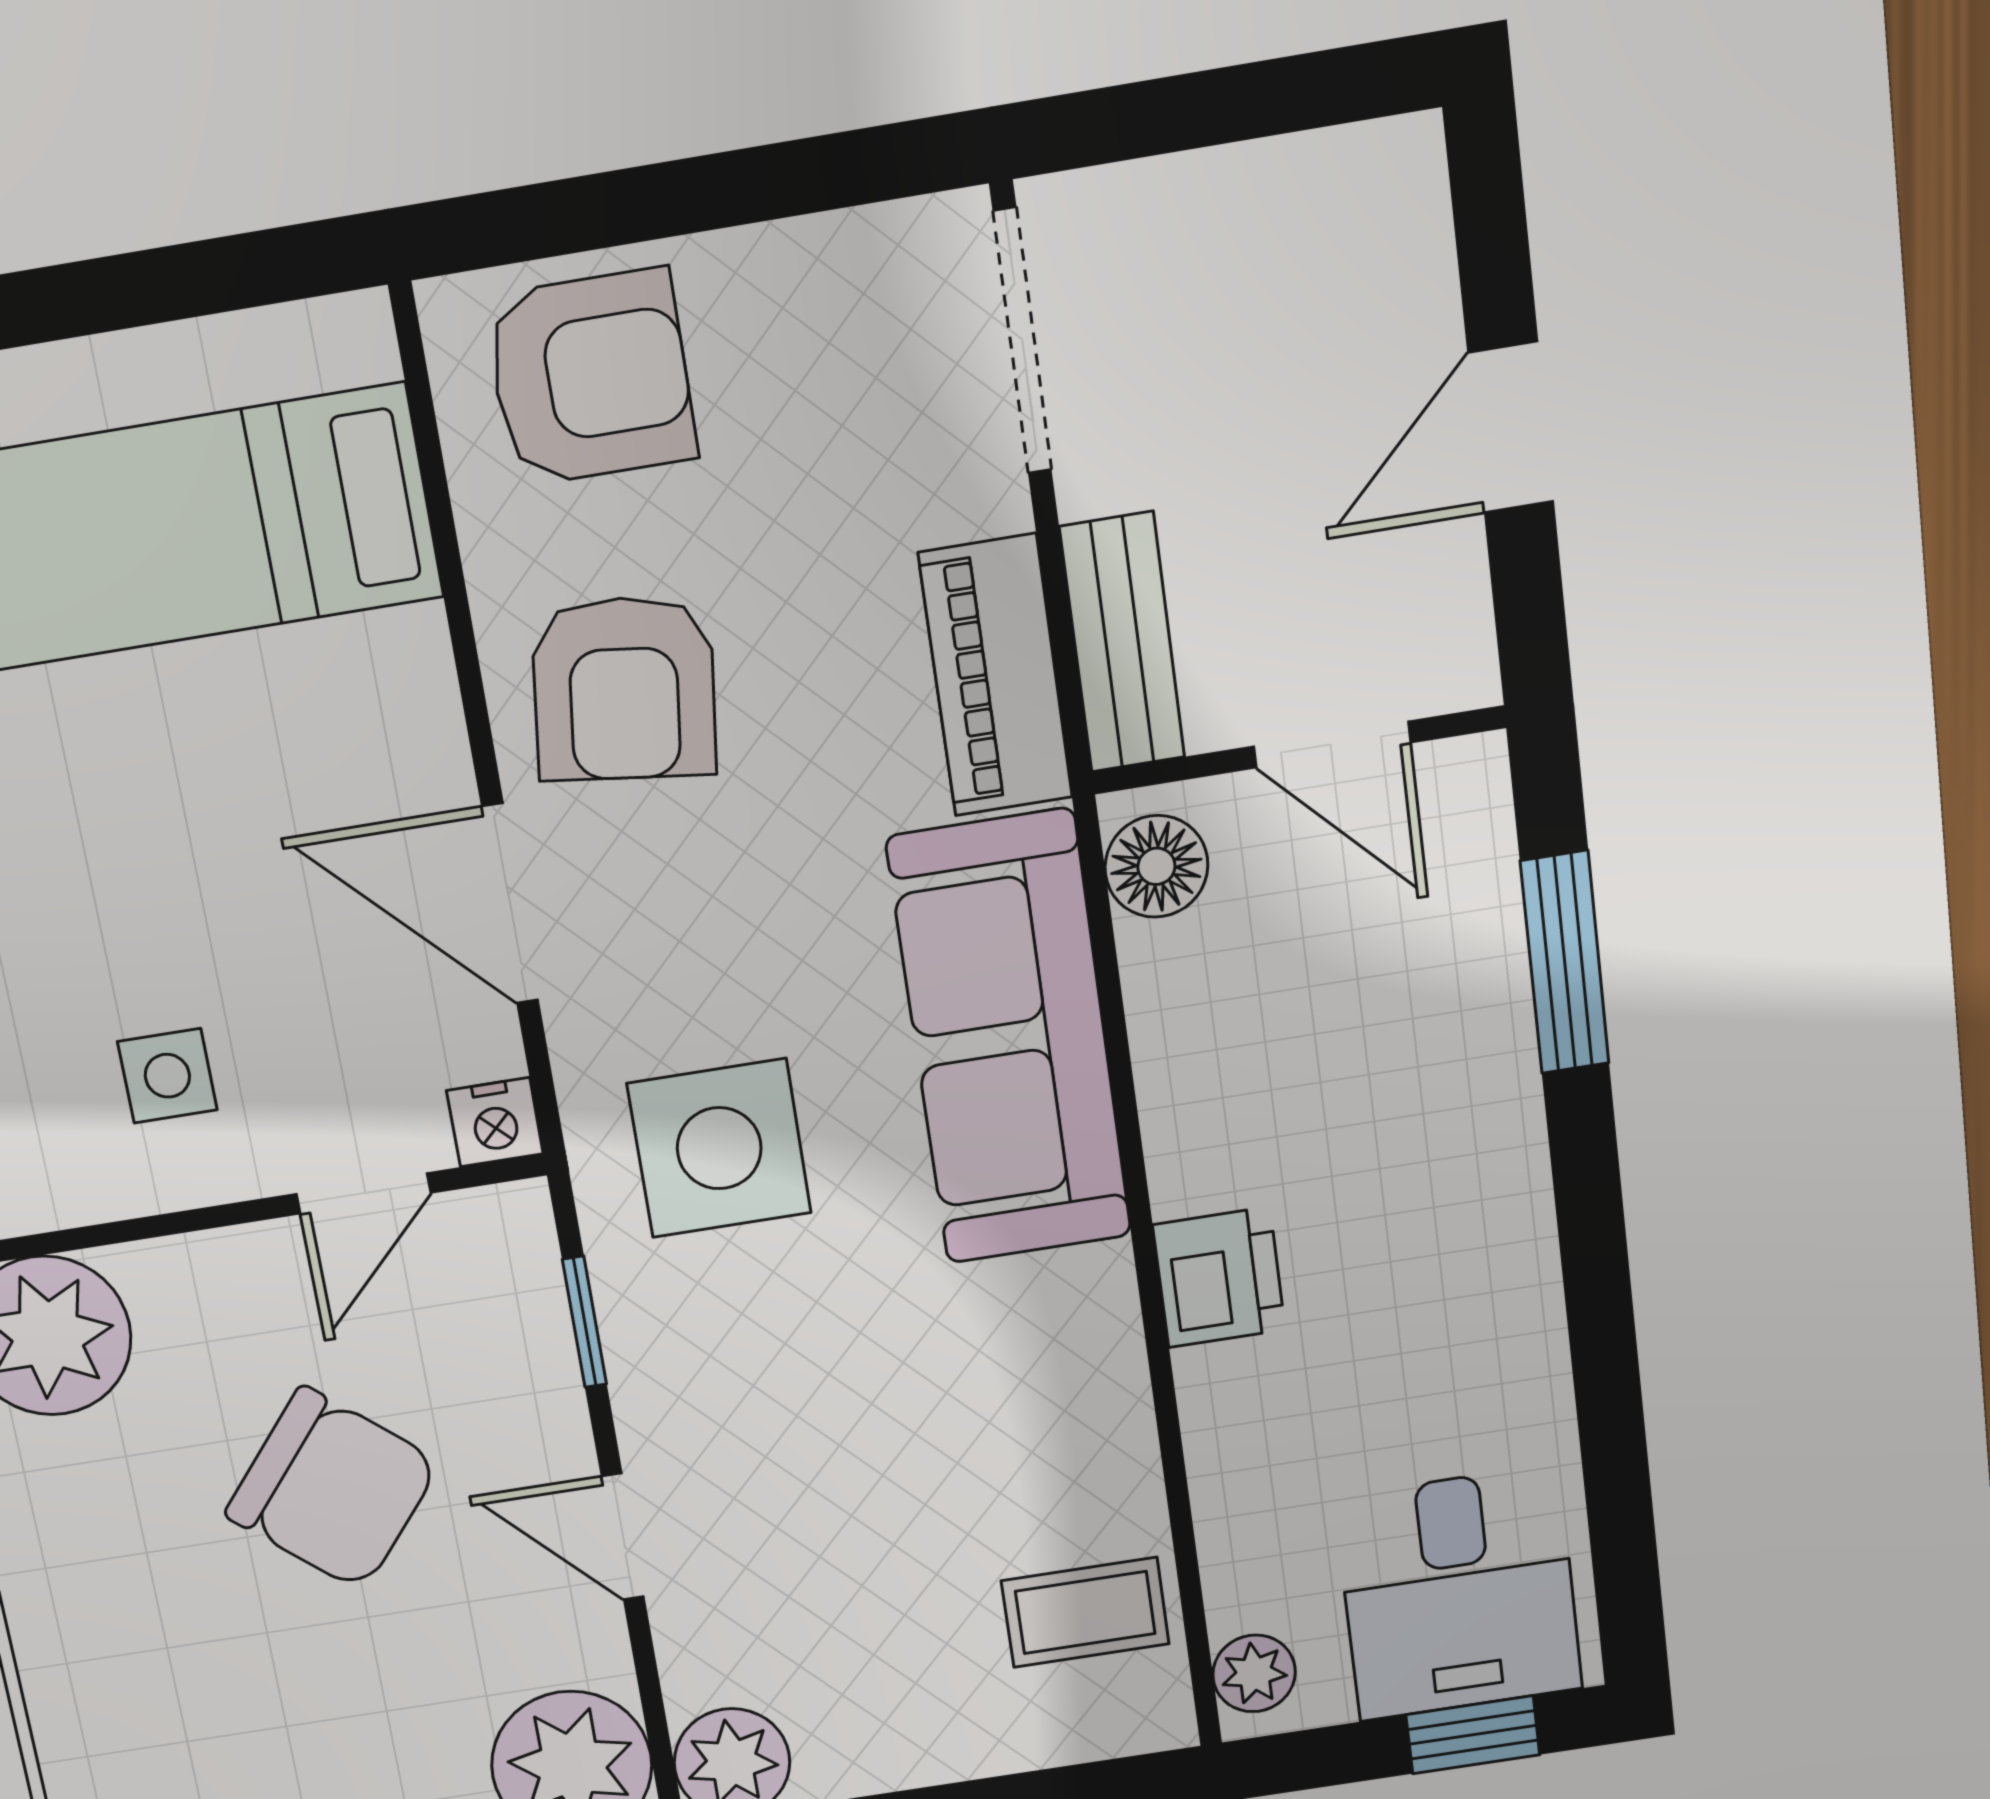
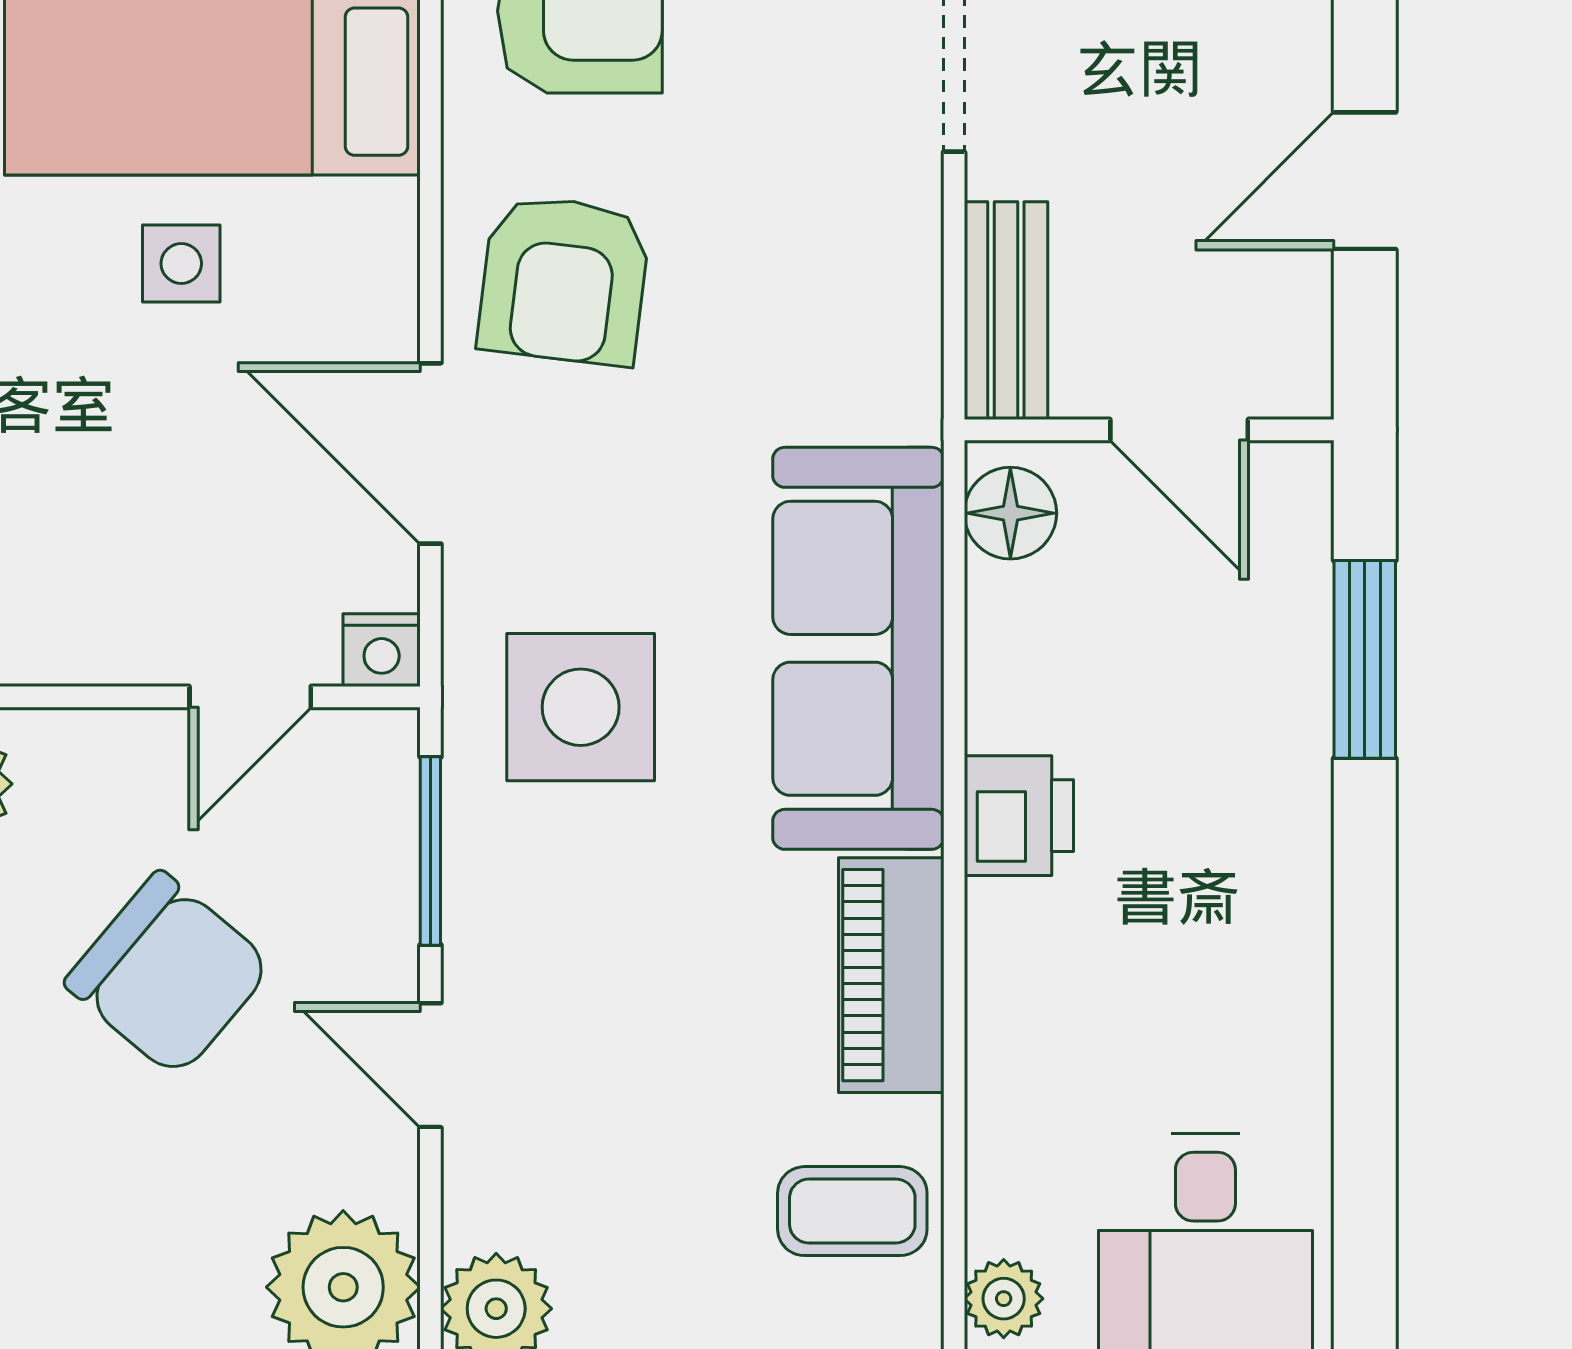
piano: (996, 676) -> (891, 975), moved
side table: (167, 1076) -> (181, 263), moved
printer: (1219, 1277) -> (1019, 816), moved
window: (584, 1322) -> (430, 851), width x1.50

